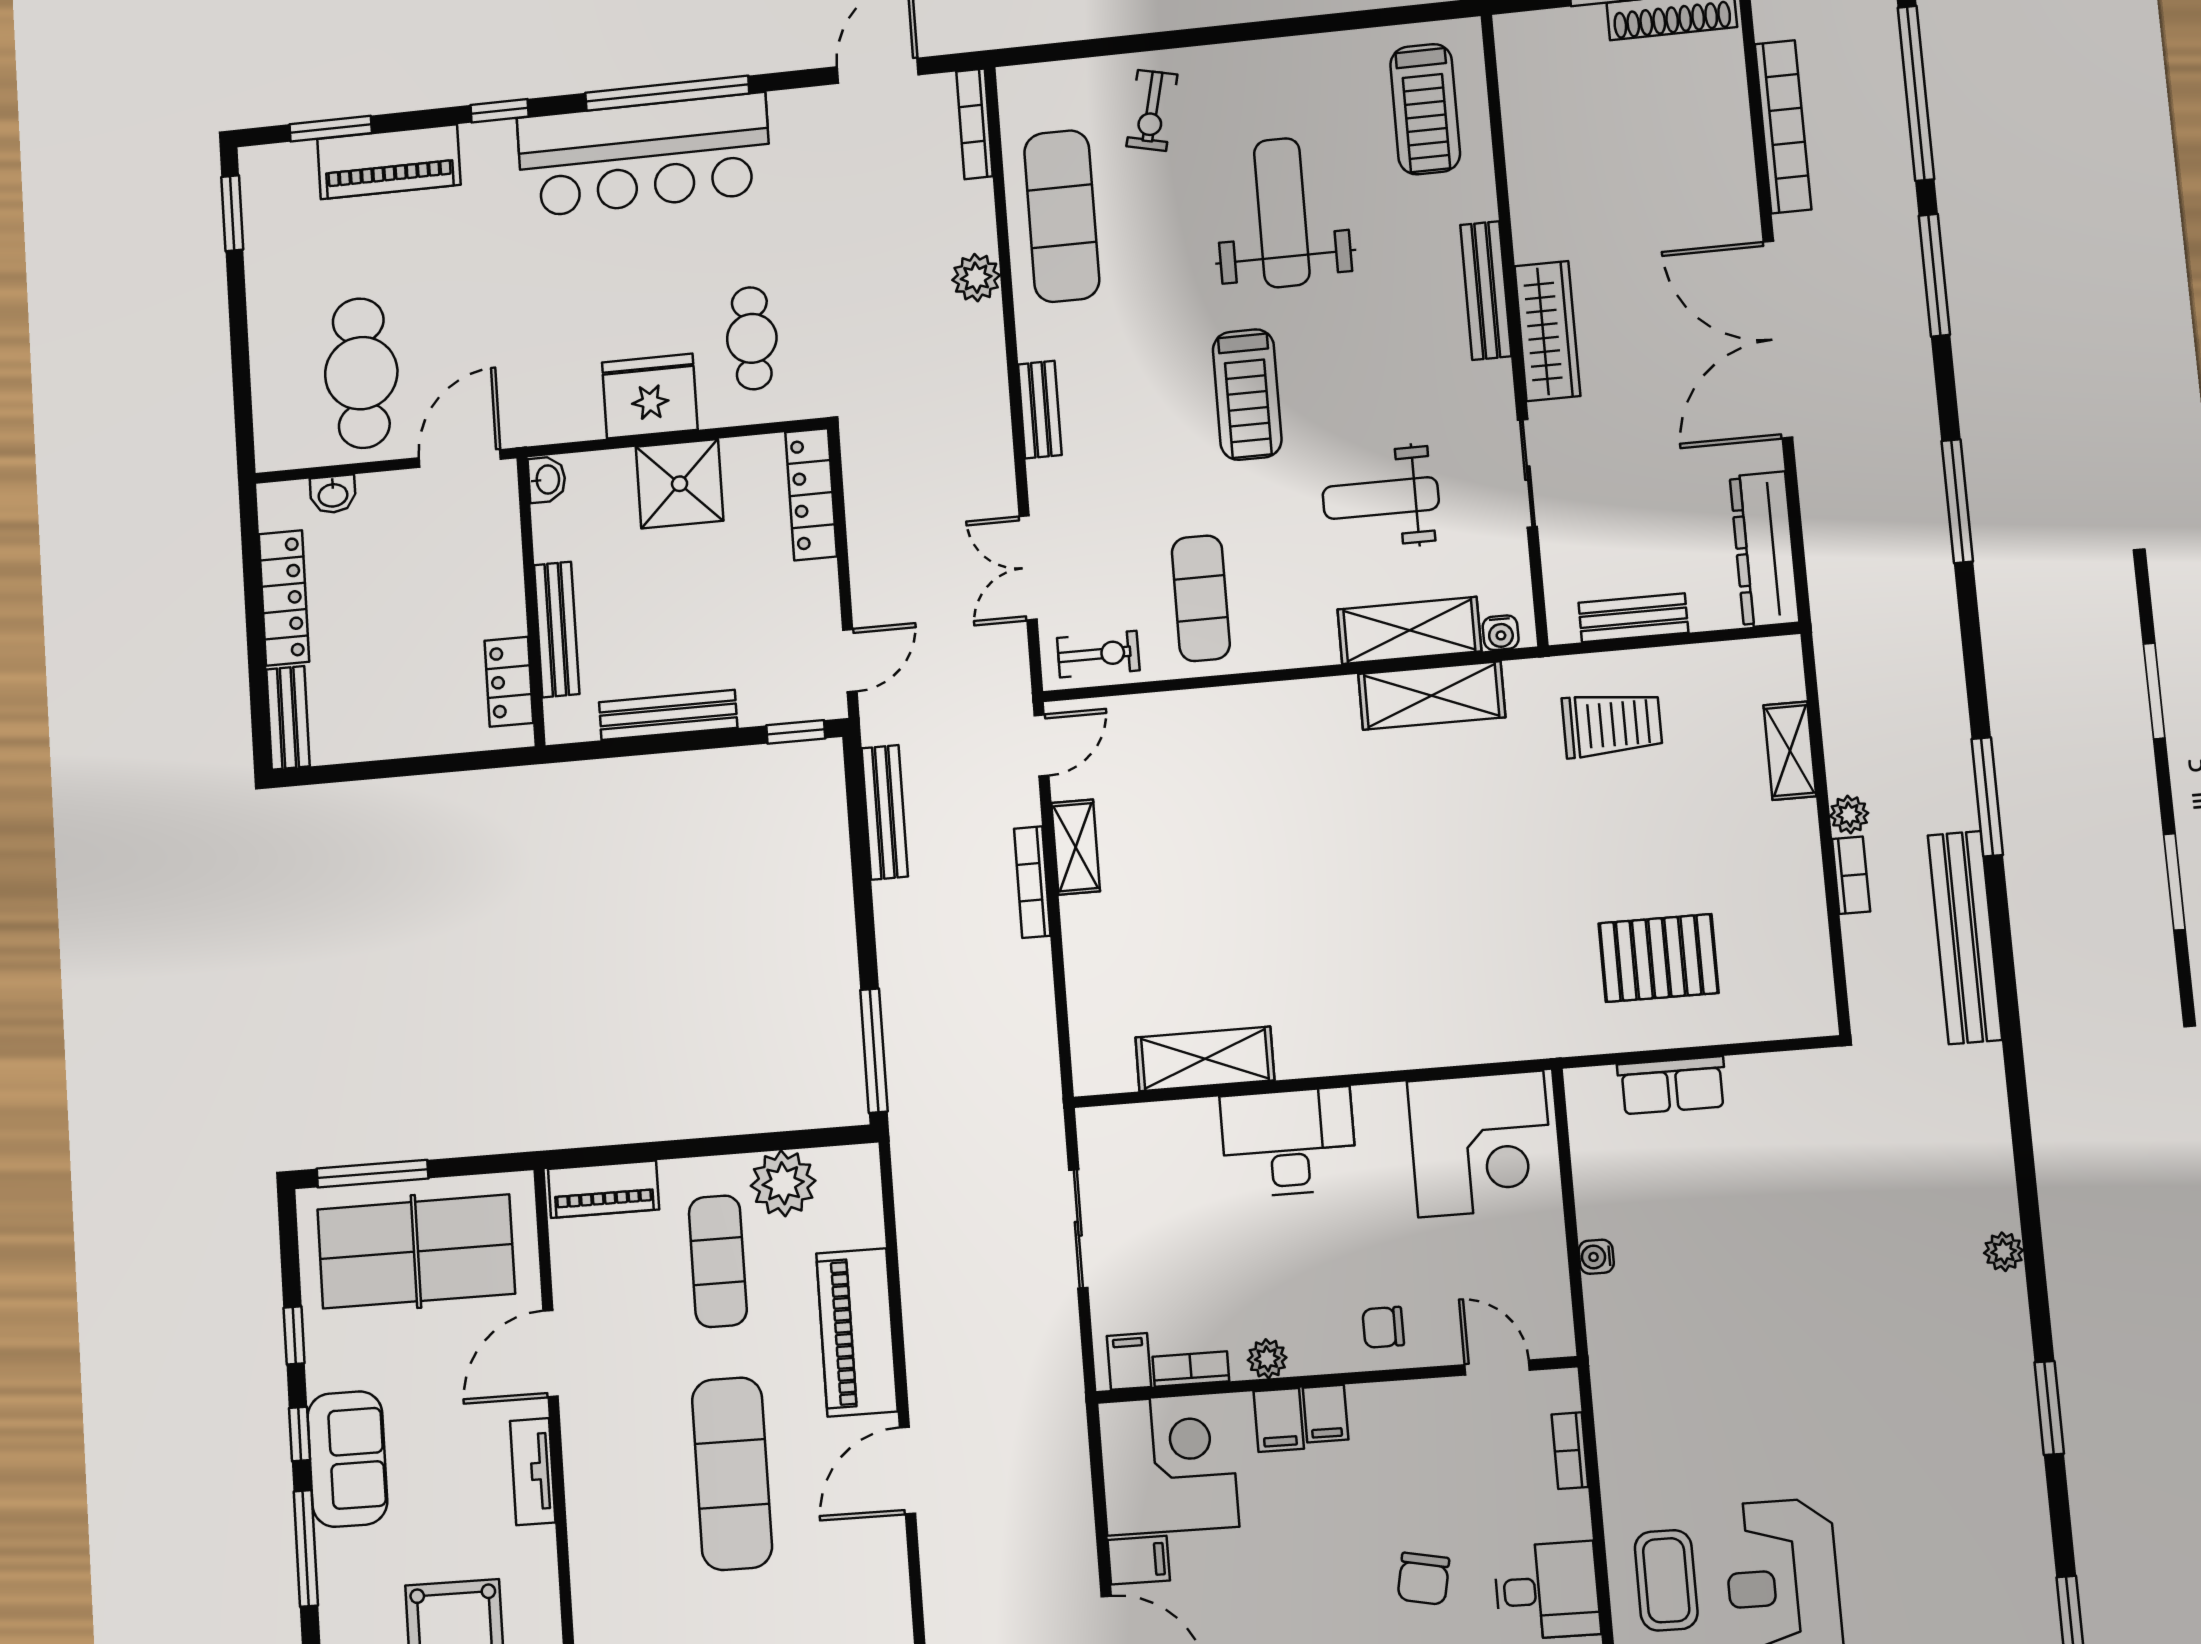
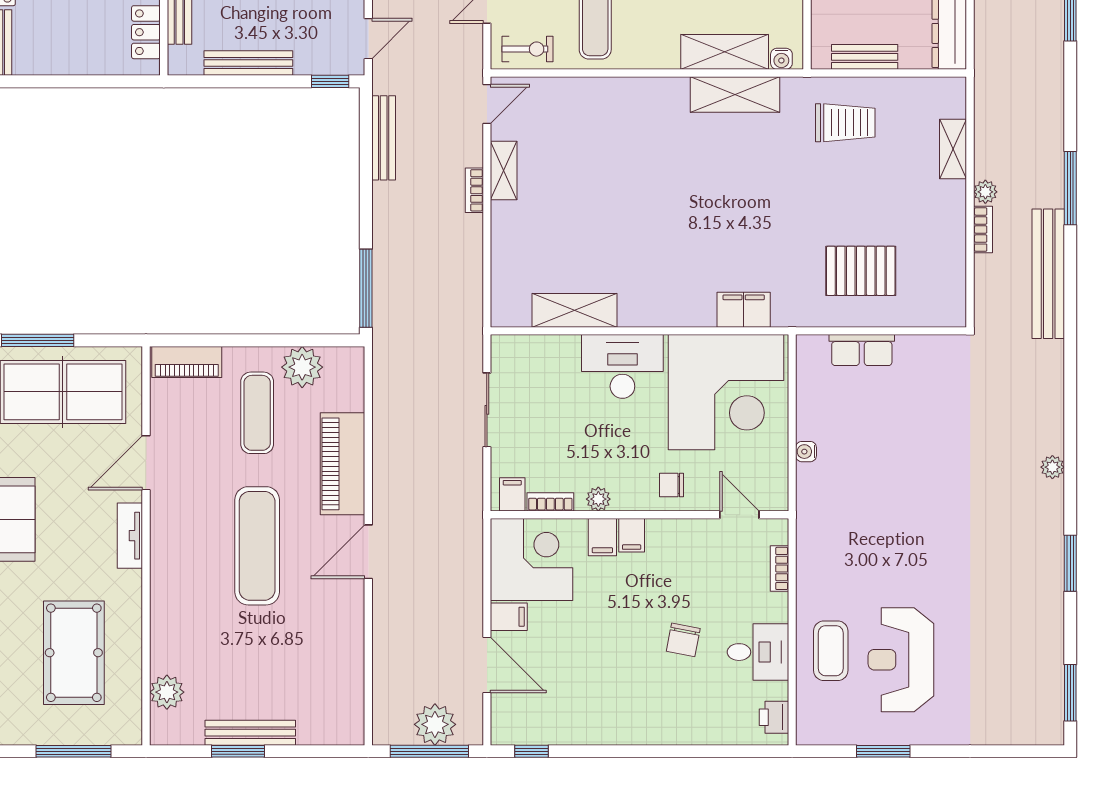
bookcase: (1032, 882) -> (474, 190), width x0.64
filing cabinet: (1475, 1036) -> (744, 310), added
corner desk: (1481, 1144) -> (726, 392), width x1.36, depth x1.36

